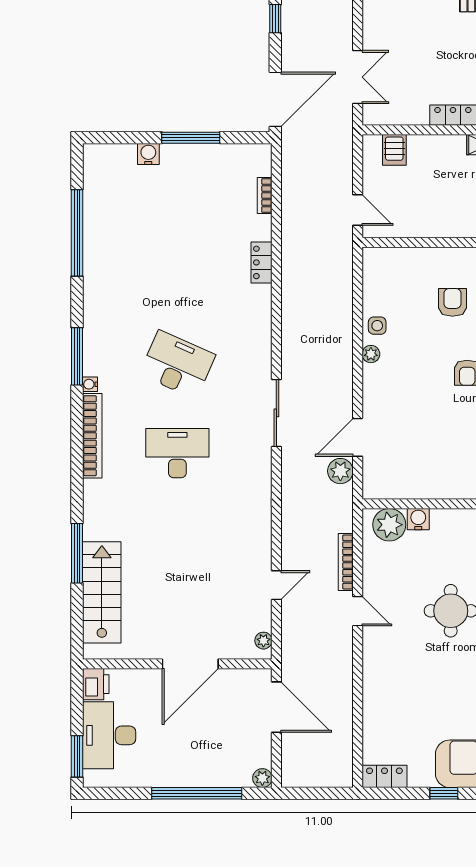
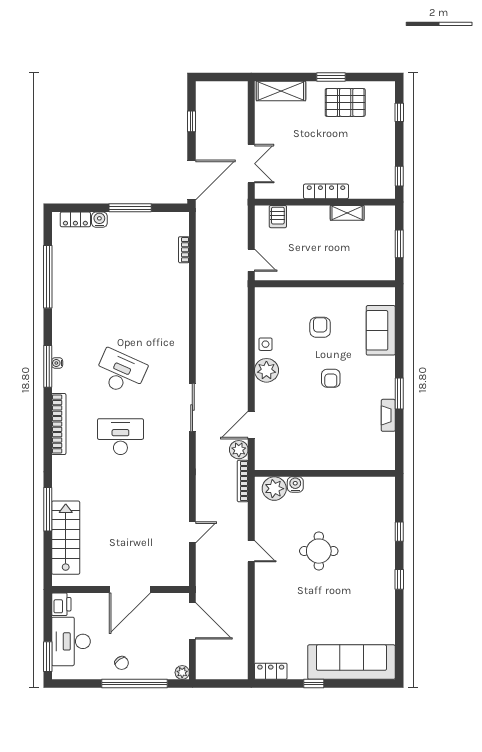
locker: (262, 262) -> (75, 219), moved, turned -90
plant: (371, 354) -> (266, 370), width x1.87, depth x1.87
water cooler: (90, 384) -> (57, 363), moved
bookcase: (346, 562) -> (243, 481), moved
plant: (263, 641) -> (183, 573), removed
chair: (179, 765) -> (122, 663), added

